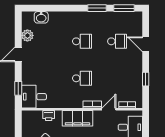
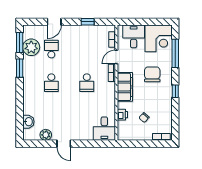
plant: (119, 20) -> (31, 47), added
school desk: (82, 41) -> (51, 83), turned 180
school desk: (82, 78) -> (87, 83), turned 180
window: (18, 88) -> (96, 144), removed
door: (109, 109) -> (116, 57), hinge flipped

